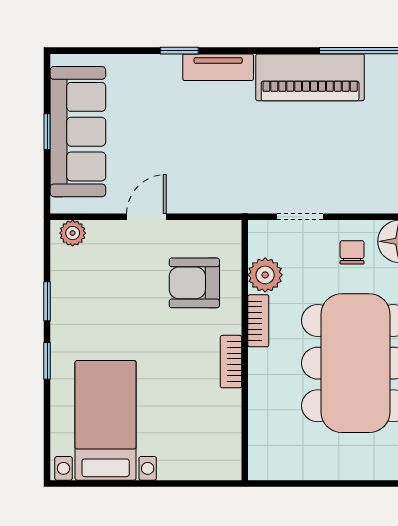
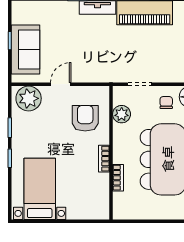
sofa: (78, 132) -> (25, 49), width x0.73
plant: (73, 233) -> (29, 98), width x1.88, depth x1.88
armchair: (194, 283) -> (85, 118), turned 90
bookcase: (258, 321) -> (118, 178), moved

